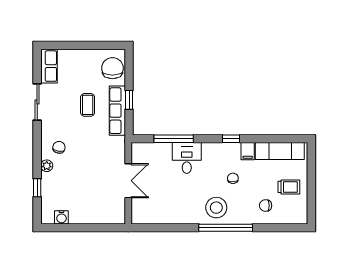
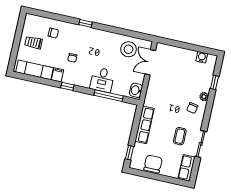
chair: (112, 68) -> (153, 164), moved, turned 180
window: (129, 100) -> (129, 153), moved
coffee table: (88, 105) -> (180, 136), moved
washbasin: (139, 154) -> (136, 90), added
double door: (128, 181) -> (150, 62), moved
stool: (216, 208) -> (128, 49), moved
window: (226, 228) -> (85, 23), width x0.32

